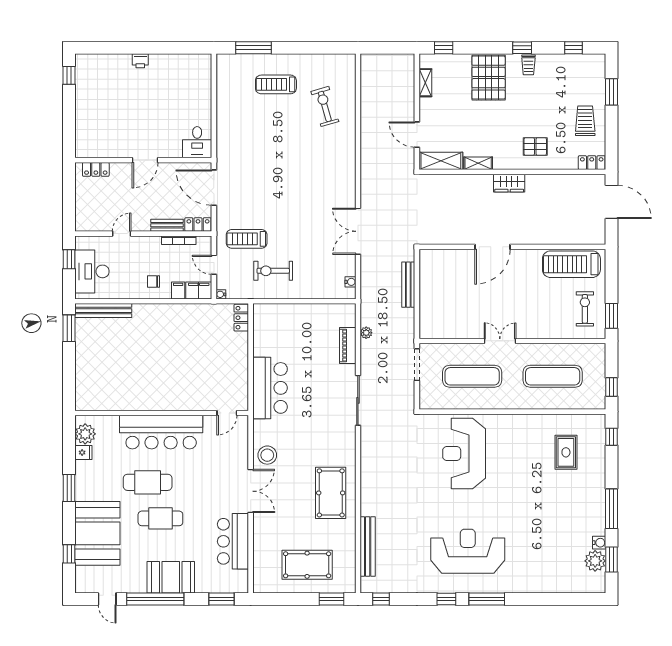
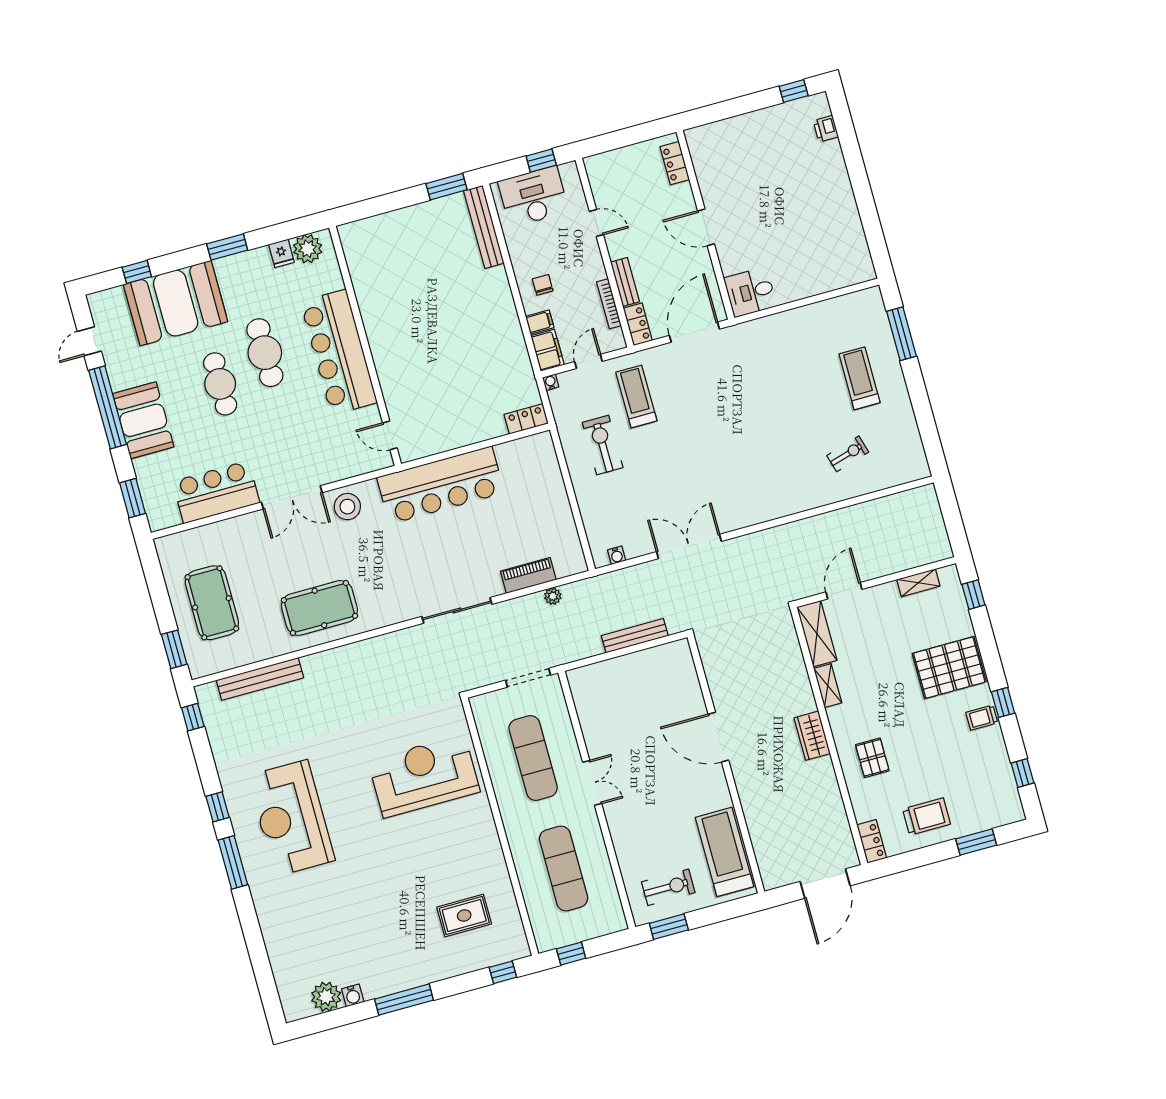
printer: (140, 61) -> (826, 129), moved
exercise bike: (325, 106) -> (848, 454), width x0.73, depth x0.72
bar counter: (270, 388) -> (441, 485), width x1.36
reception desk: (468, 551) -> (291, 818), turned 180
window: (612, 560) -> (334, 1019), removed

